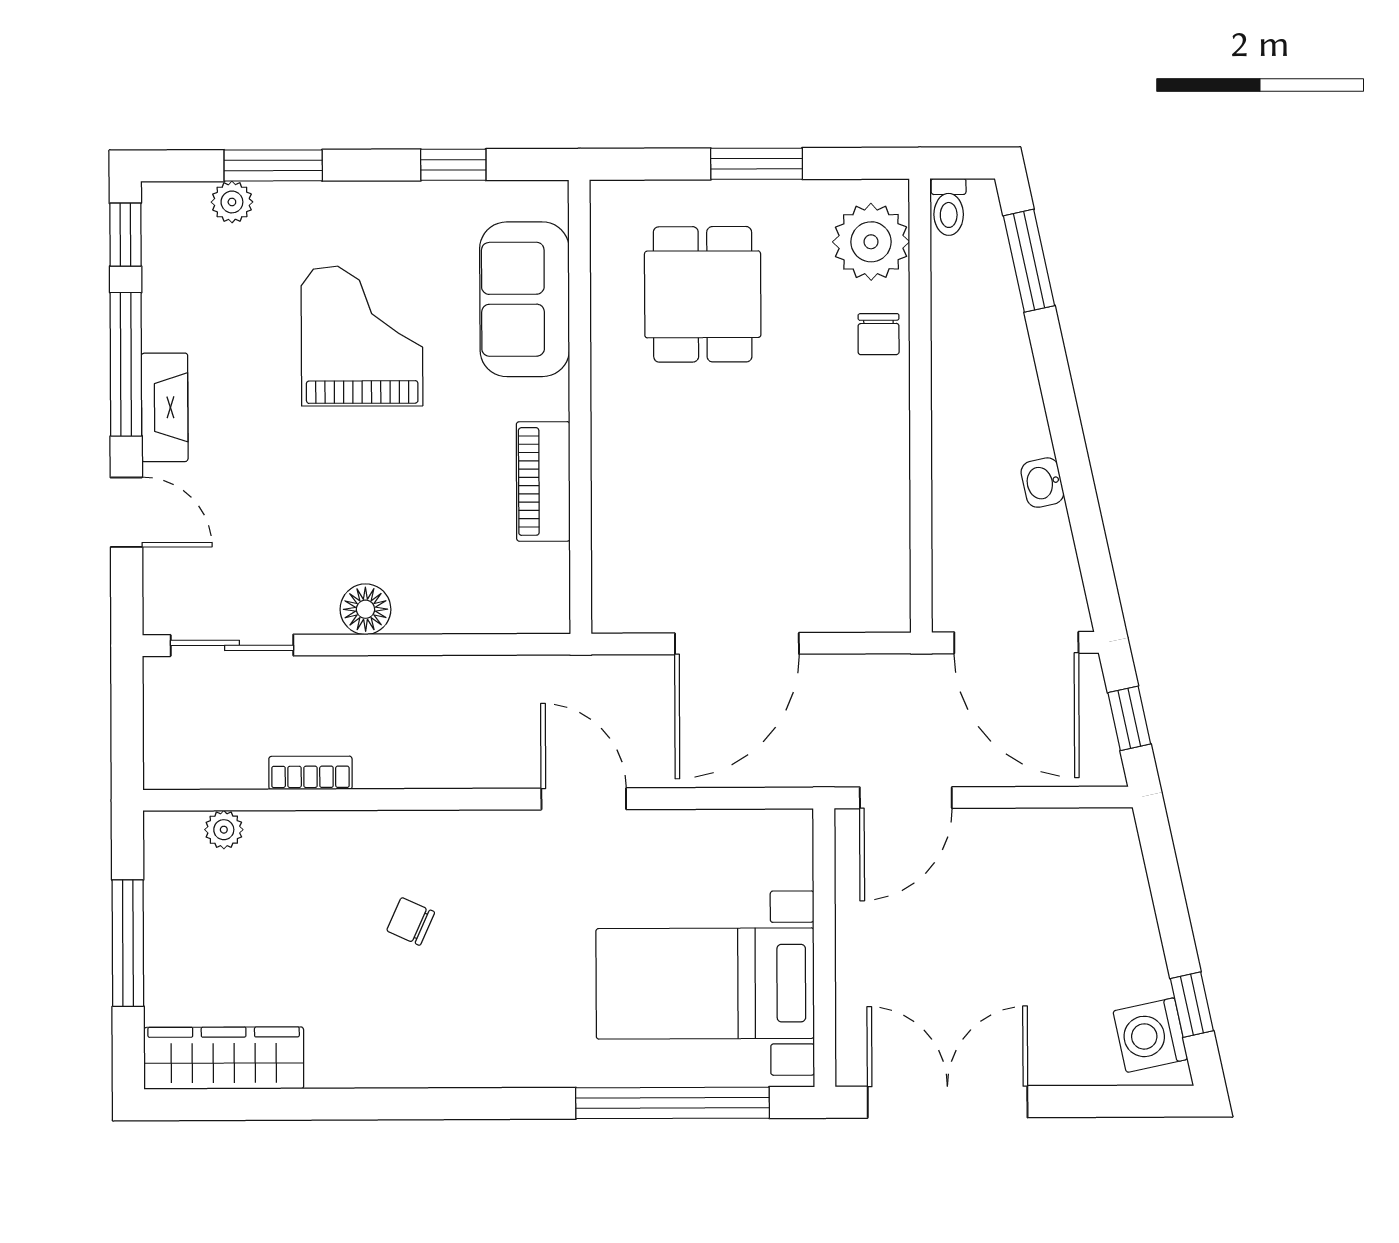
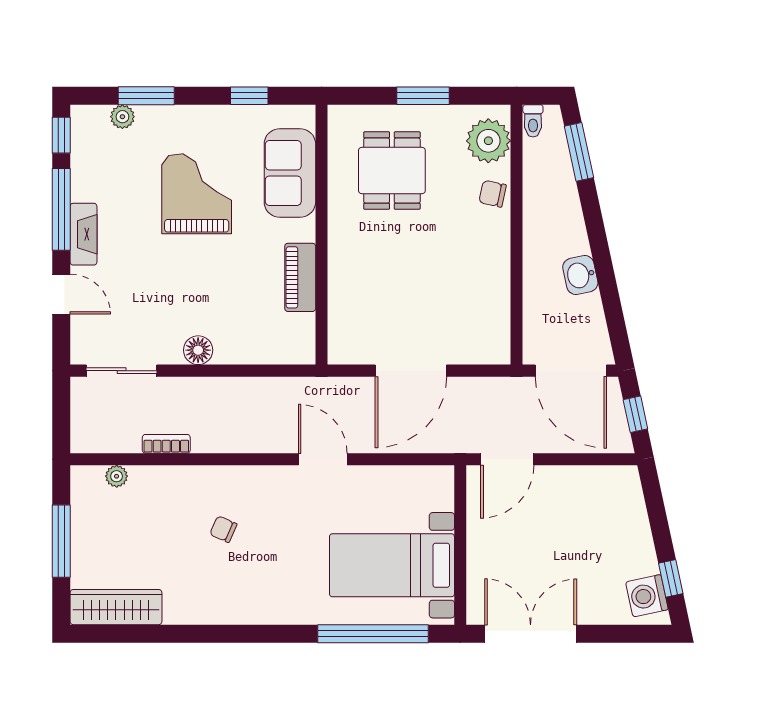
chair: (879, 334) -> (493, 194), turned 102
washbasin: (1042, 483) -> (580, 275), width x1.38, depth x1.45

